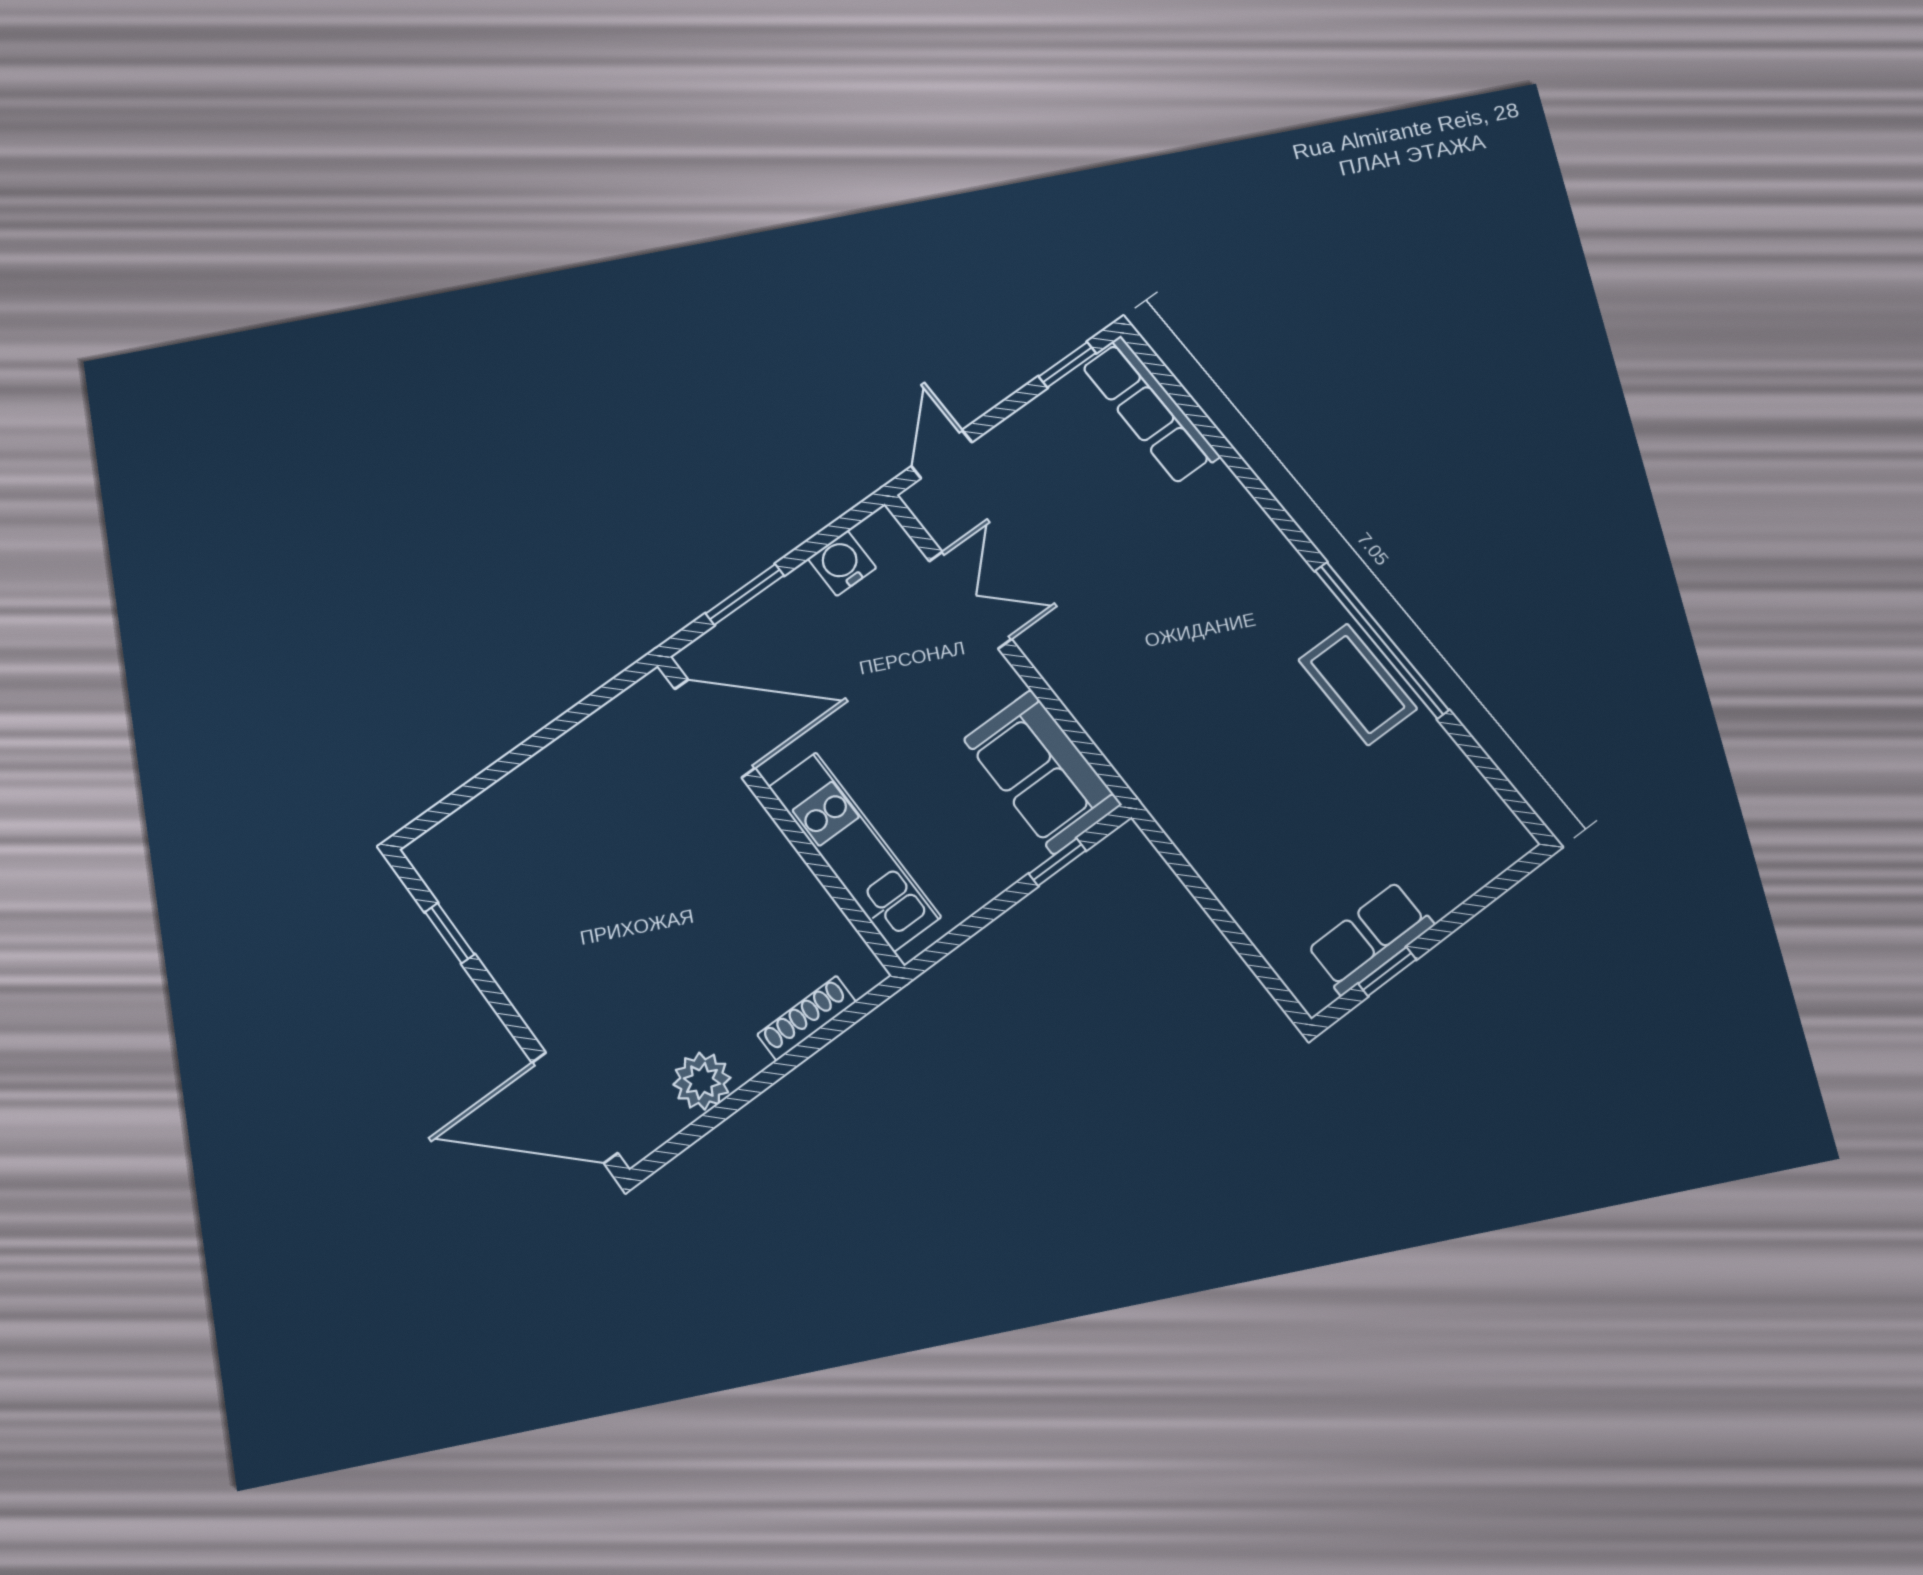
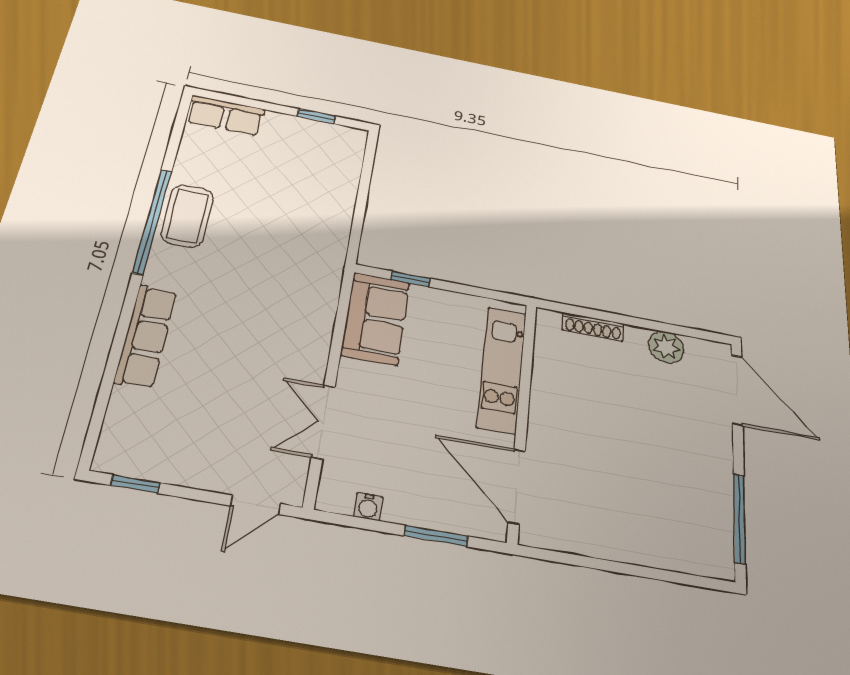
row of seats: (1150, 410) -> (146, 336), moved
water cooler: (842, 563) -> (368, 507), width x0.72, depth x0.72
window: (450, 933) -> (739, 518), width x2.17
row of seats: (1370, 938) -> (226, 115), moved

